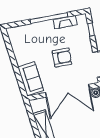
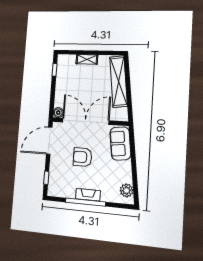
fireplace: (65, 22) -> (88, 195), moved
plant: (15, 39) -> (126, 190), added

